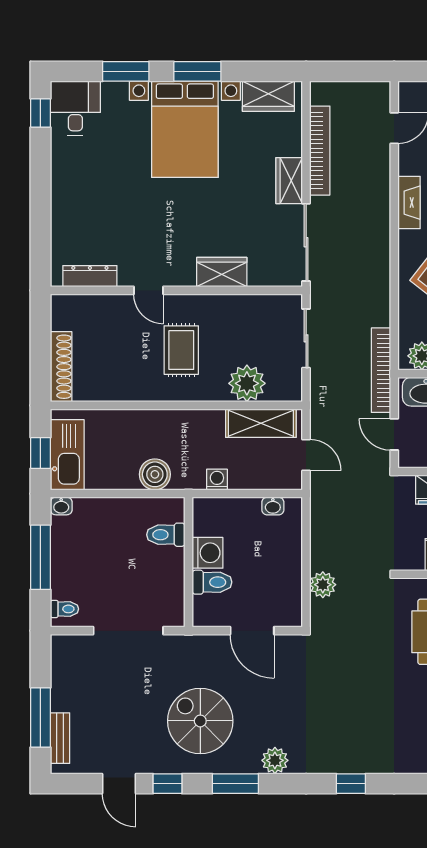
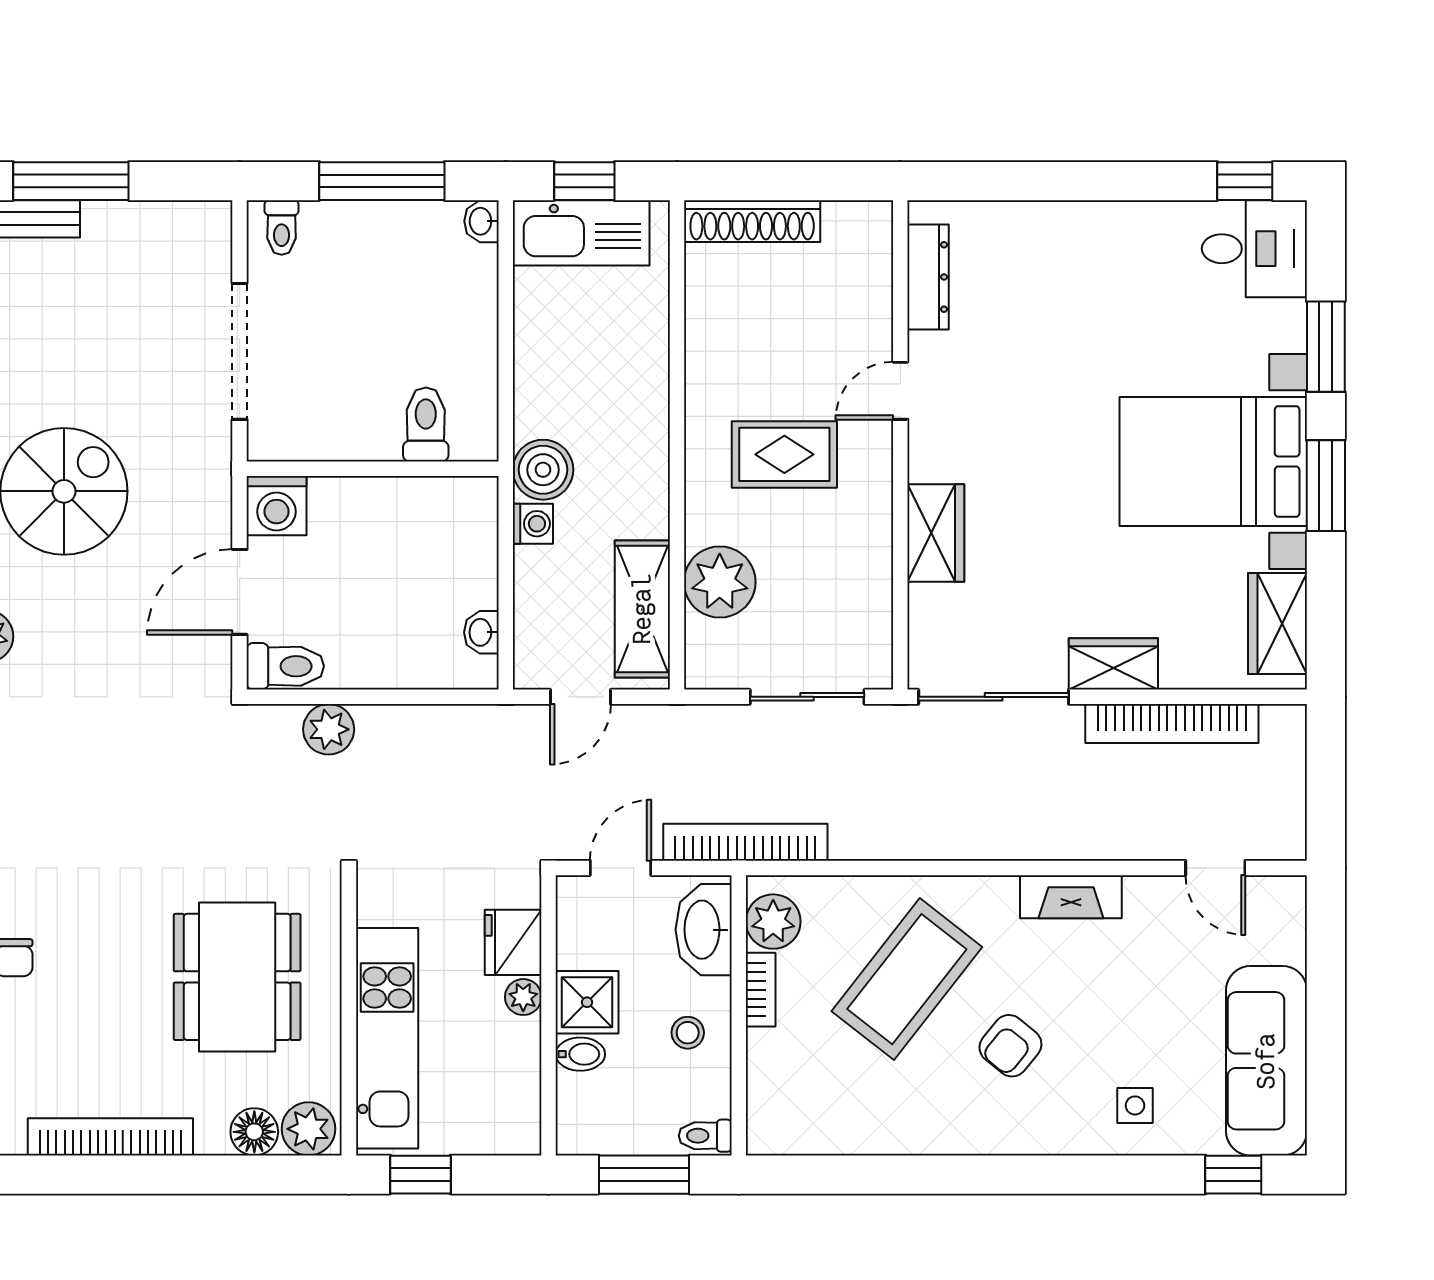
boiler: (155, 474) -> (543, 470), moved
washing machine: (208, 553) -> (276, 506), moved
toilet: (212, 582) -> (285, 666), moved, turned -90

